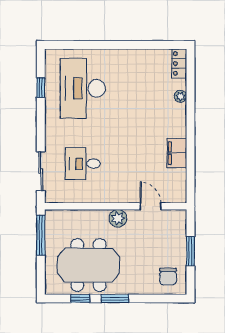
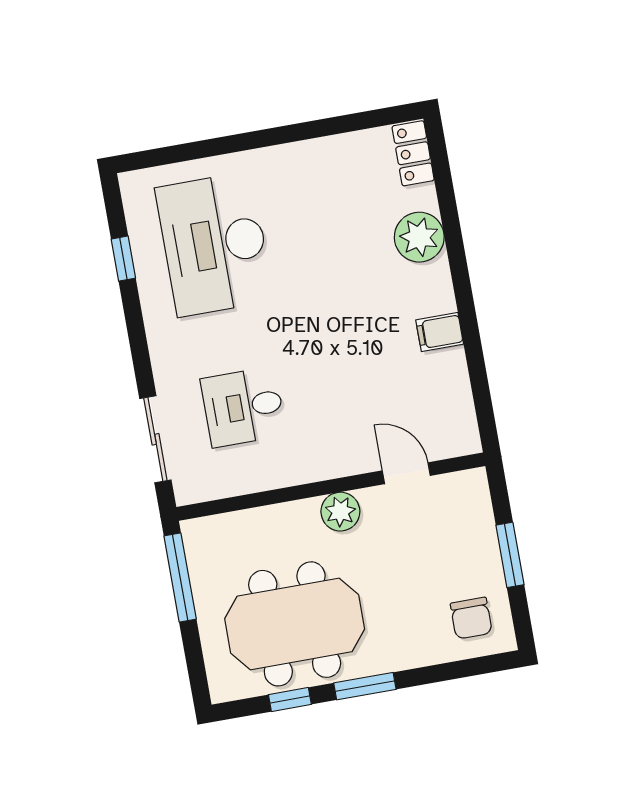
plant: (180, 96) -> (419, 237), width x1.87, depth x1.87
filing cabinet: (177, 153) -> (440, 332), width x0.50

